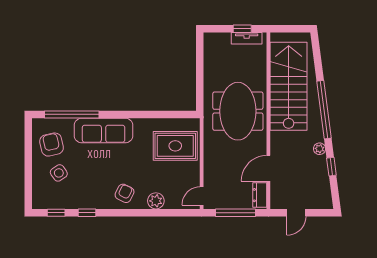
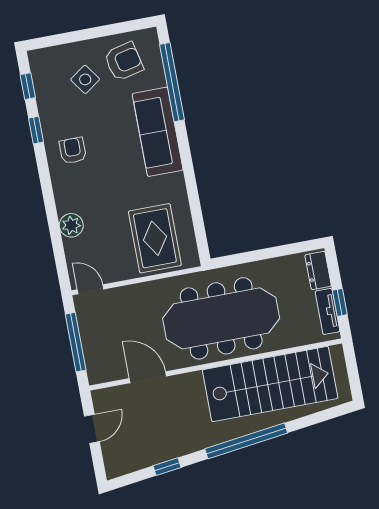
meeting table: (238, 111) -> (221, 318), width x1.36
plant: (319, 149) -> (189, 445), removed
armchair: (125, 193) -> (73, 151), moved, turned -116
dresser: (260, 195) -> (318, 270), moved, turned -90
door: (296, 213) -> (92, 429), swing flipped

